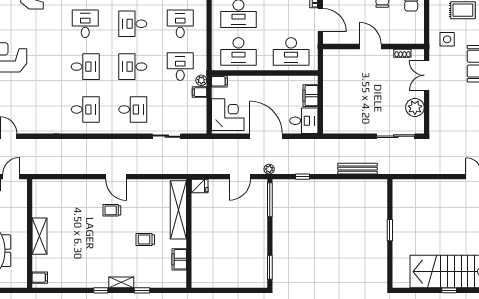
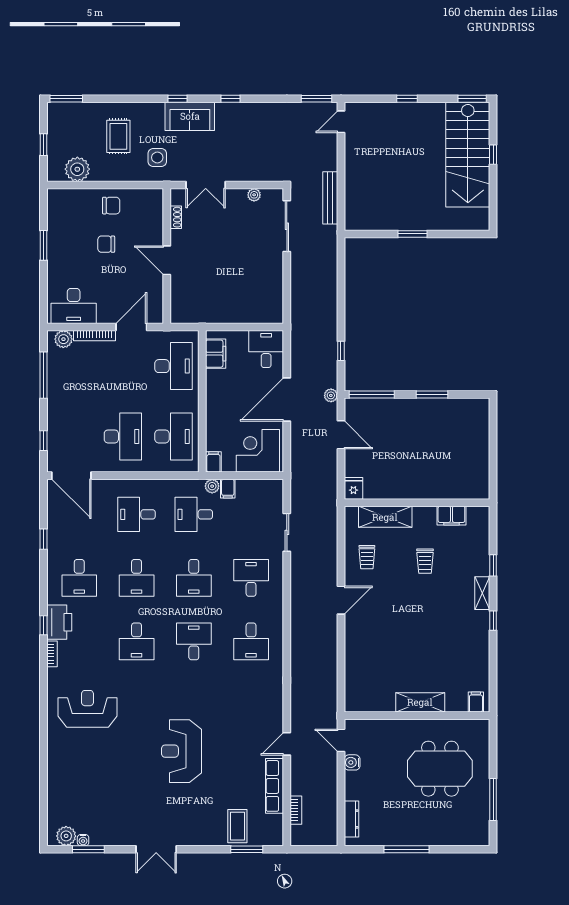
desk: (85, 24) -> (137, 641), turned -90
door: (370, 46) -> (167, 260), hinge flipped
filing cabinet: (310, 96) -> (216, 354), moved, turned -90
plant: (415, 107) -> (254, 195), width x0.53, depth x0.53
desk: (85, 109) -> (251, 641), turned 180
bench: (358, 169) -> (330, 198), moved
trolley: (112, 210) -> (367, 557), moved
shelving: (178, 210) -> (385, 517), width x0.68
window: (270, 267) -> (432, 394), moved

